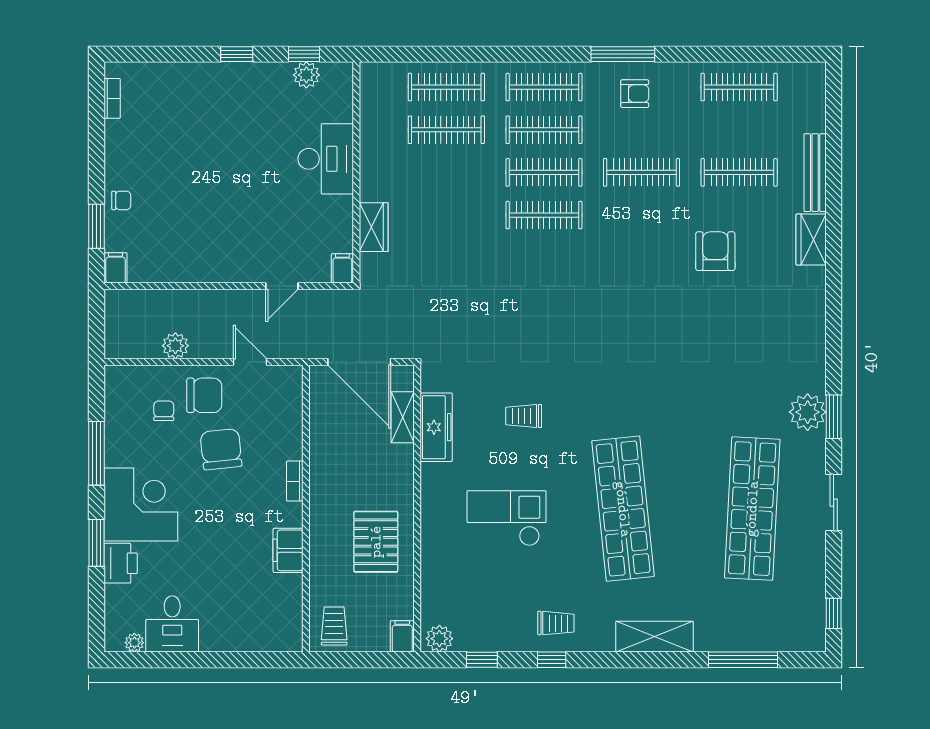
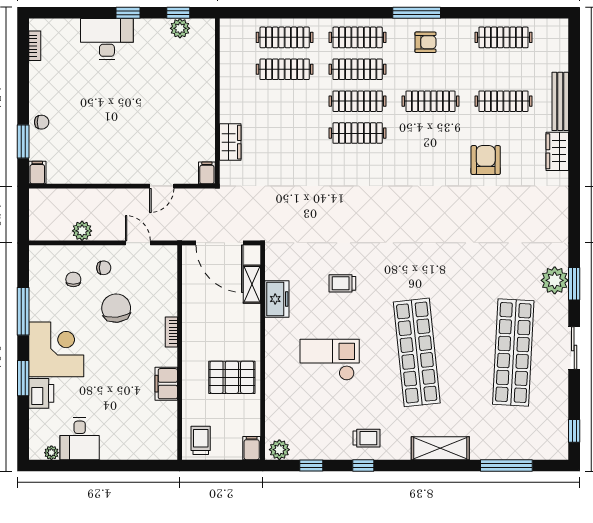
desk: (326, 159) -> (107, 39), moved, turned -90
chair: (204, 395) -> (104, 268), width x0.54, depth x0.54
freezer: (436, 427) -> (277, 299), width x0.71
pallet: (376, 542) -> (232, 377), turned 90

